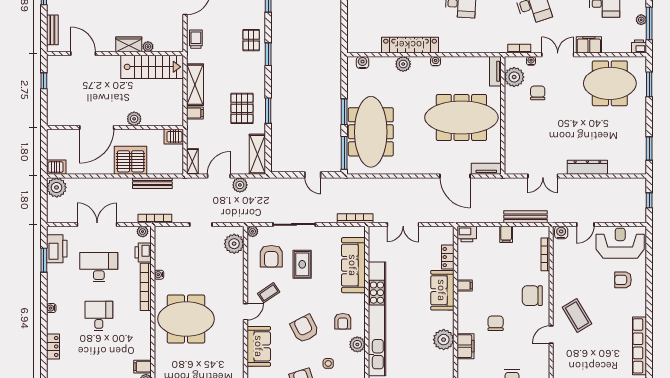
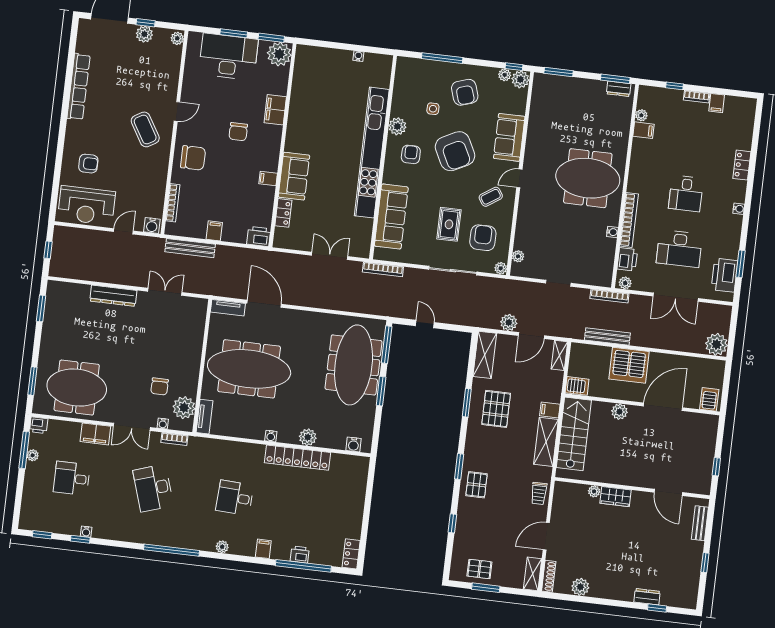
stairs: (152, 67) -> (574, 434), moved, turned 90
server rack: (56, 167) -> (709, 399), moved, turned 90
plant: (234, 244) -> (518, 256), width x0.53, depth x0.53
armchair: (305, 329) -> (455, 151), width x1.36, depth x1.36
plant: (444, 340) -> (299, 120), removed

